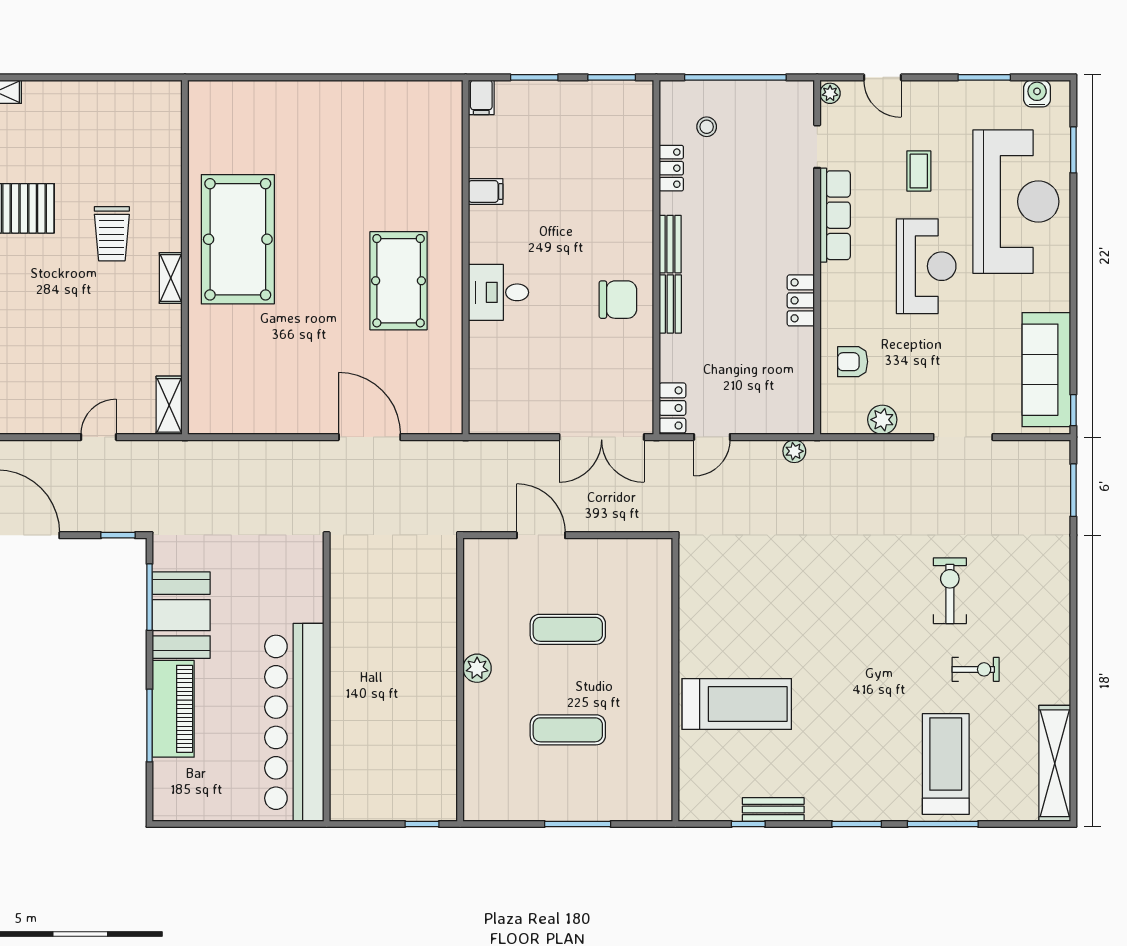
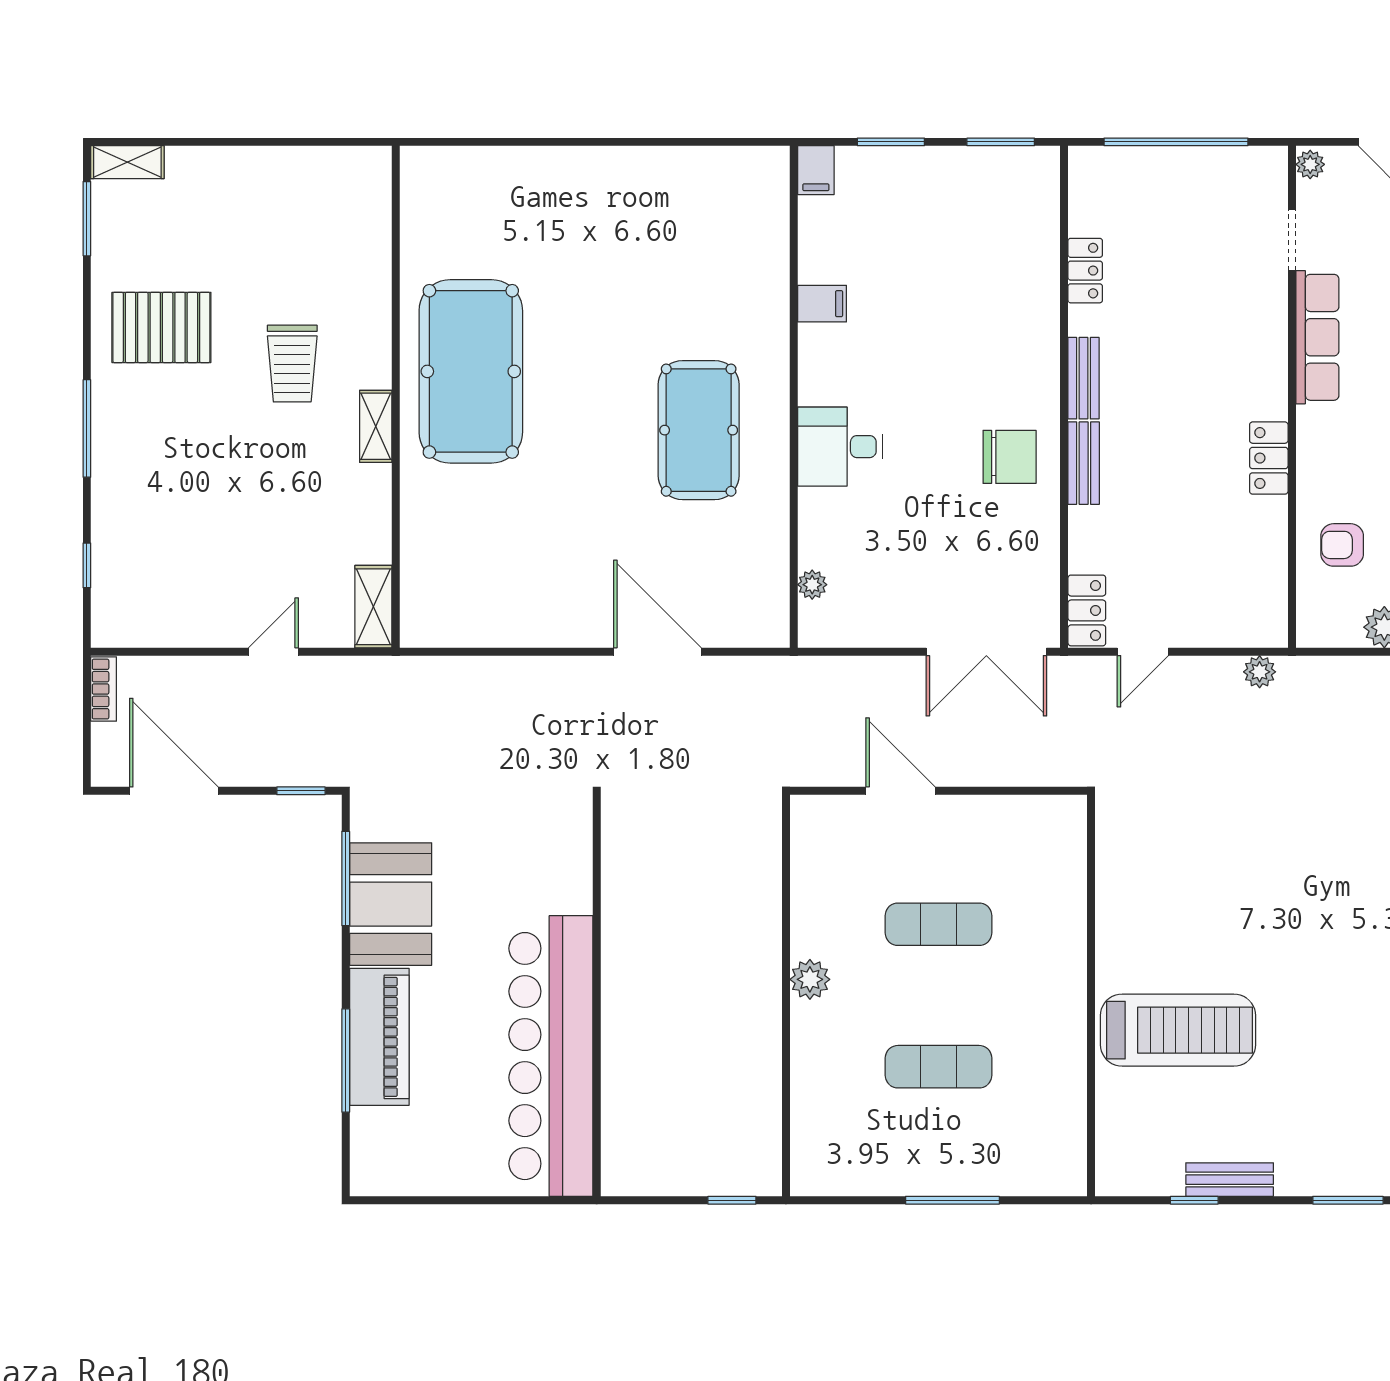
stool: (707, 127) -> (1135, 212), removed
plant: (479, 390) -> (812, 585), added

